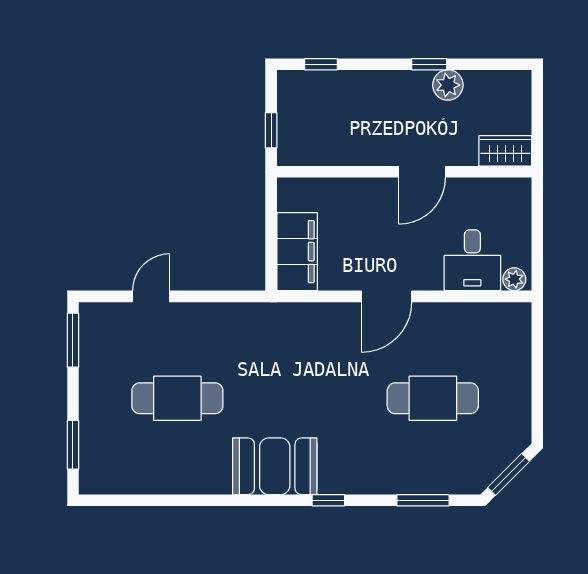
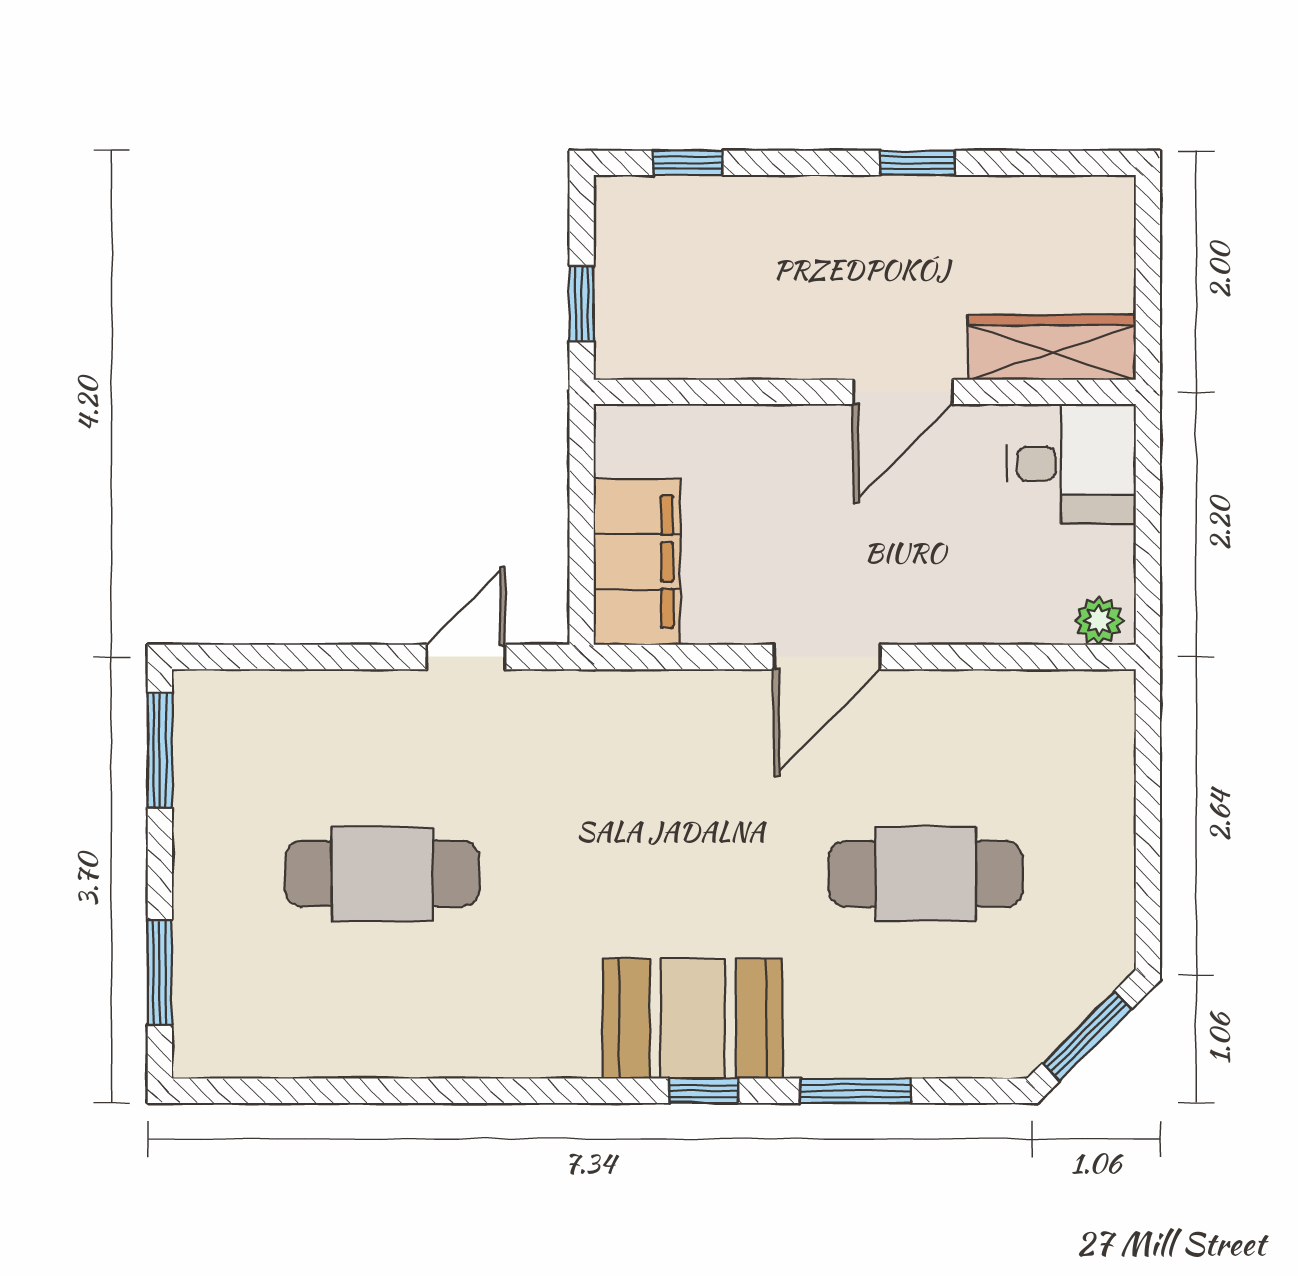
plant: (448, 85) -> (958, 207), removed
wardrobe: (505, 151) -> (1052, 347), width x1.50
desk: (472, 260) -> (1071, 464), moved, turned -90
door: (151, 296) -> (466, 657), moved
booth: (275, 466) -> (693, 1019), moved
window: (423, 500) -> (855, 1091), moved

